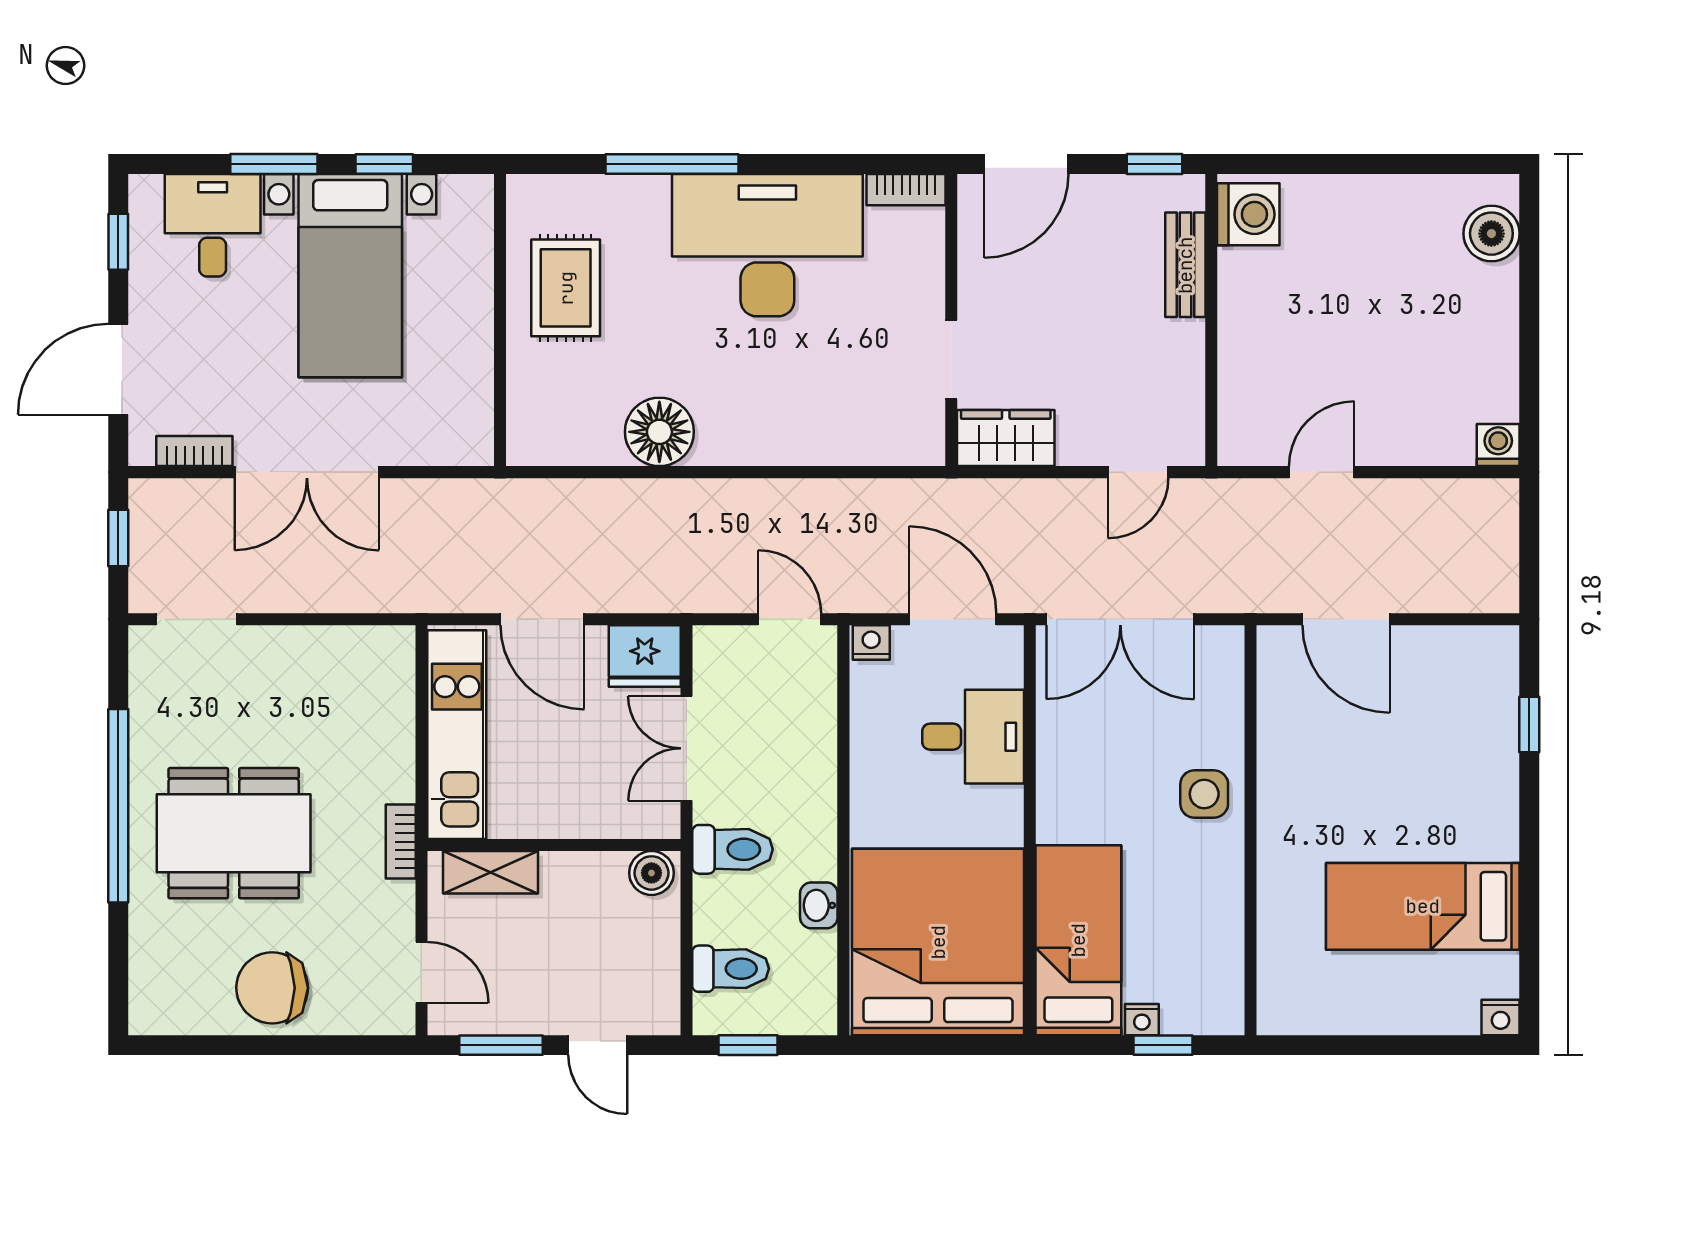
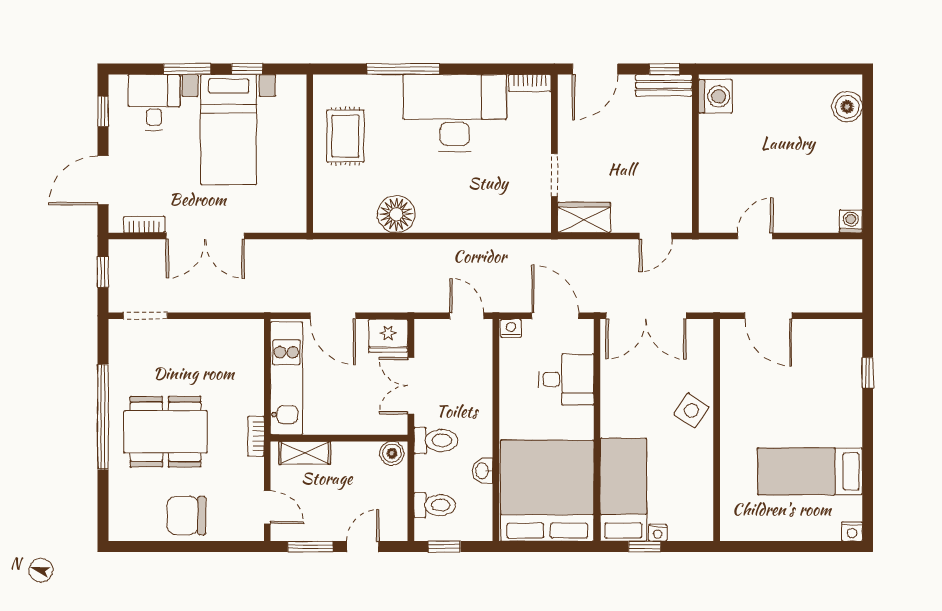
bench: (1185, 265) -> (664, 85), moved, turned 90
side table: (1204, 794) -> (691, 410), turned 34
door: (598, 1045) -> (363, 547), swing flipped
window: (1163, 1045) -> (644, 547), moved

